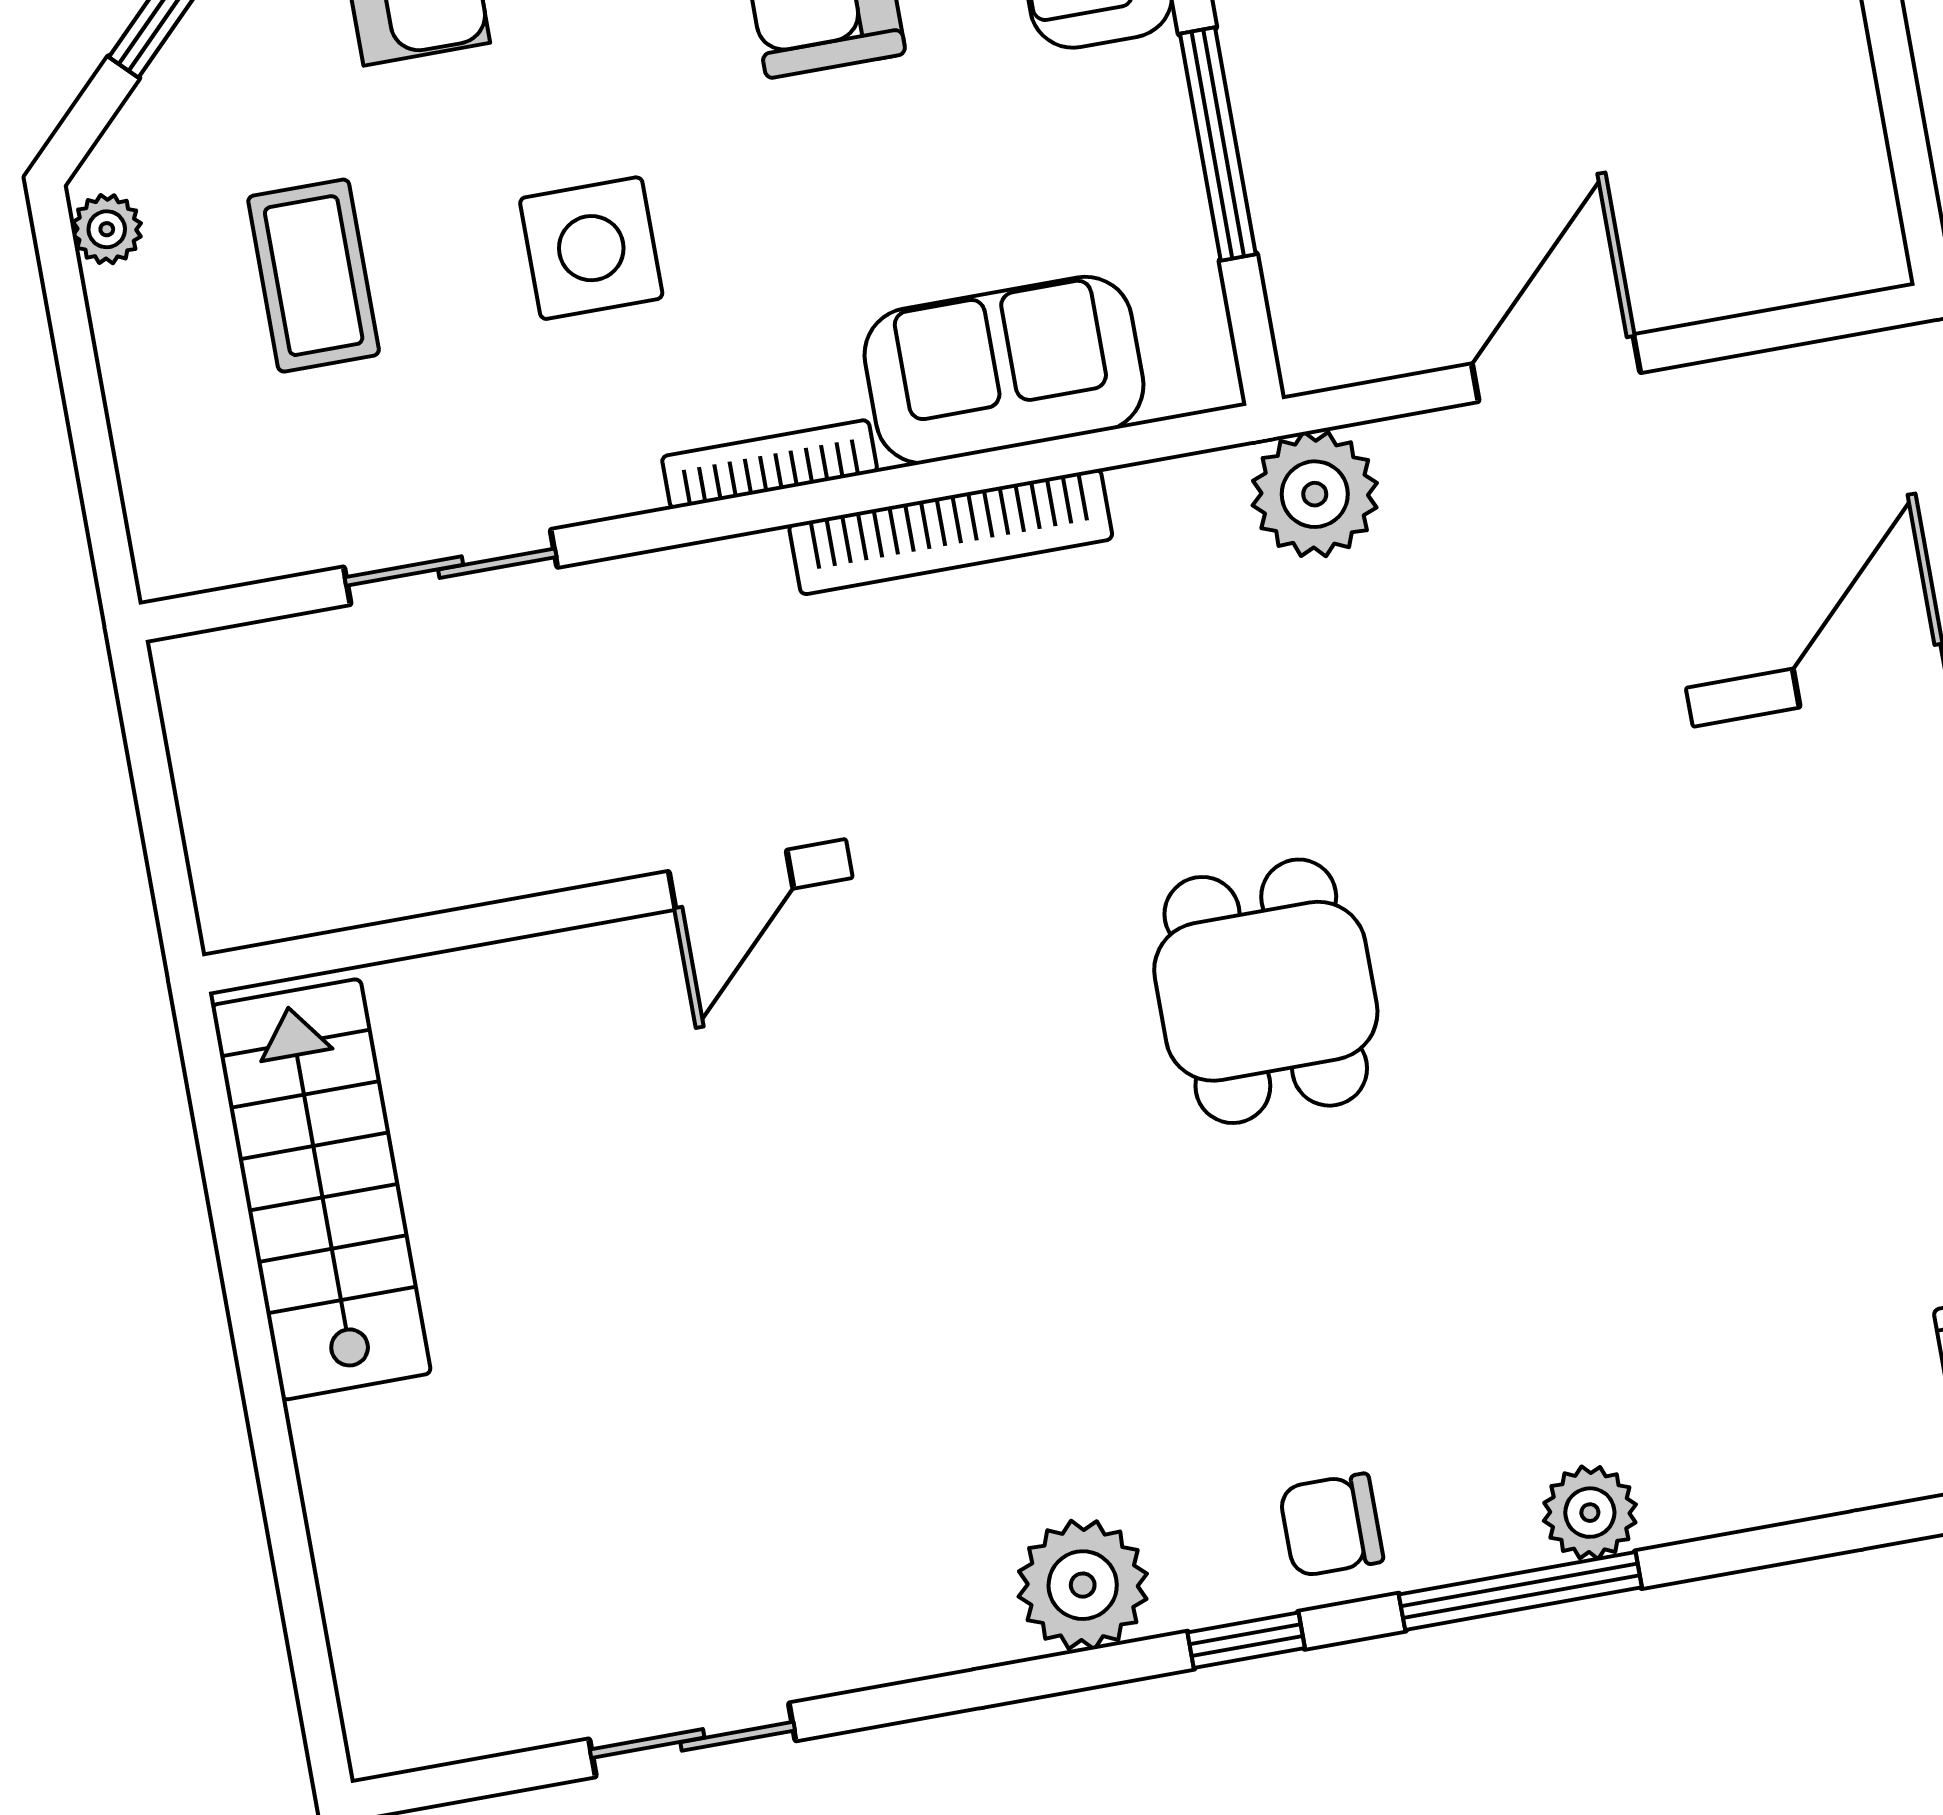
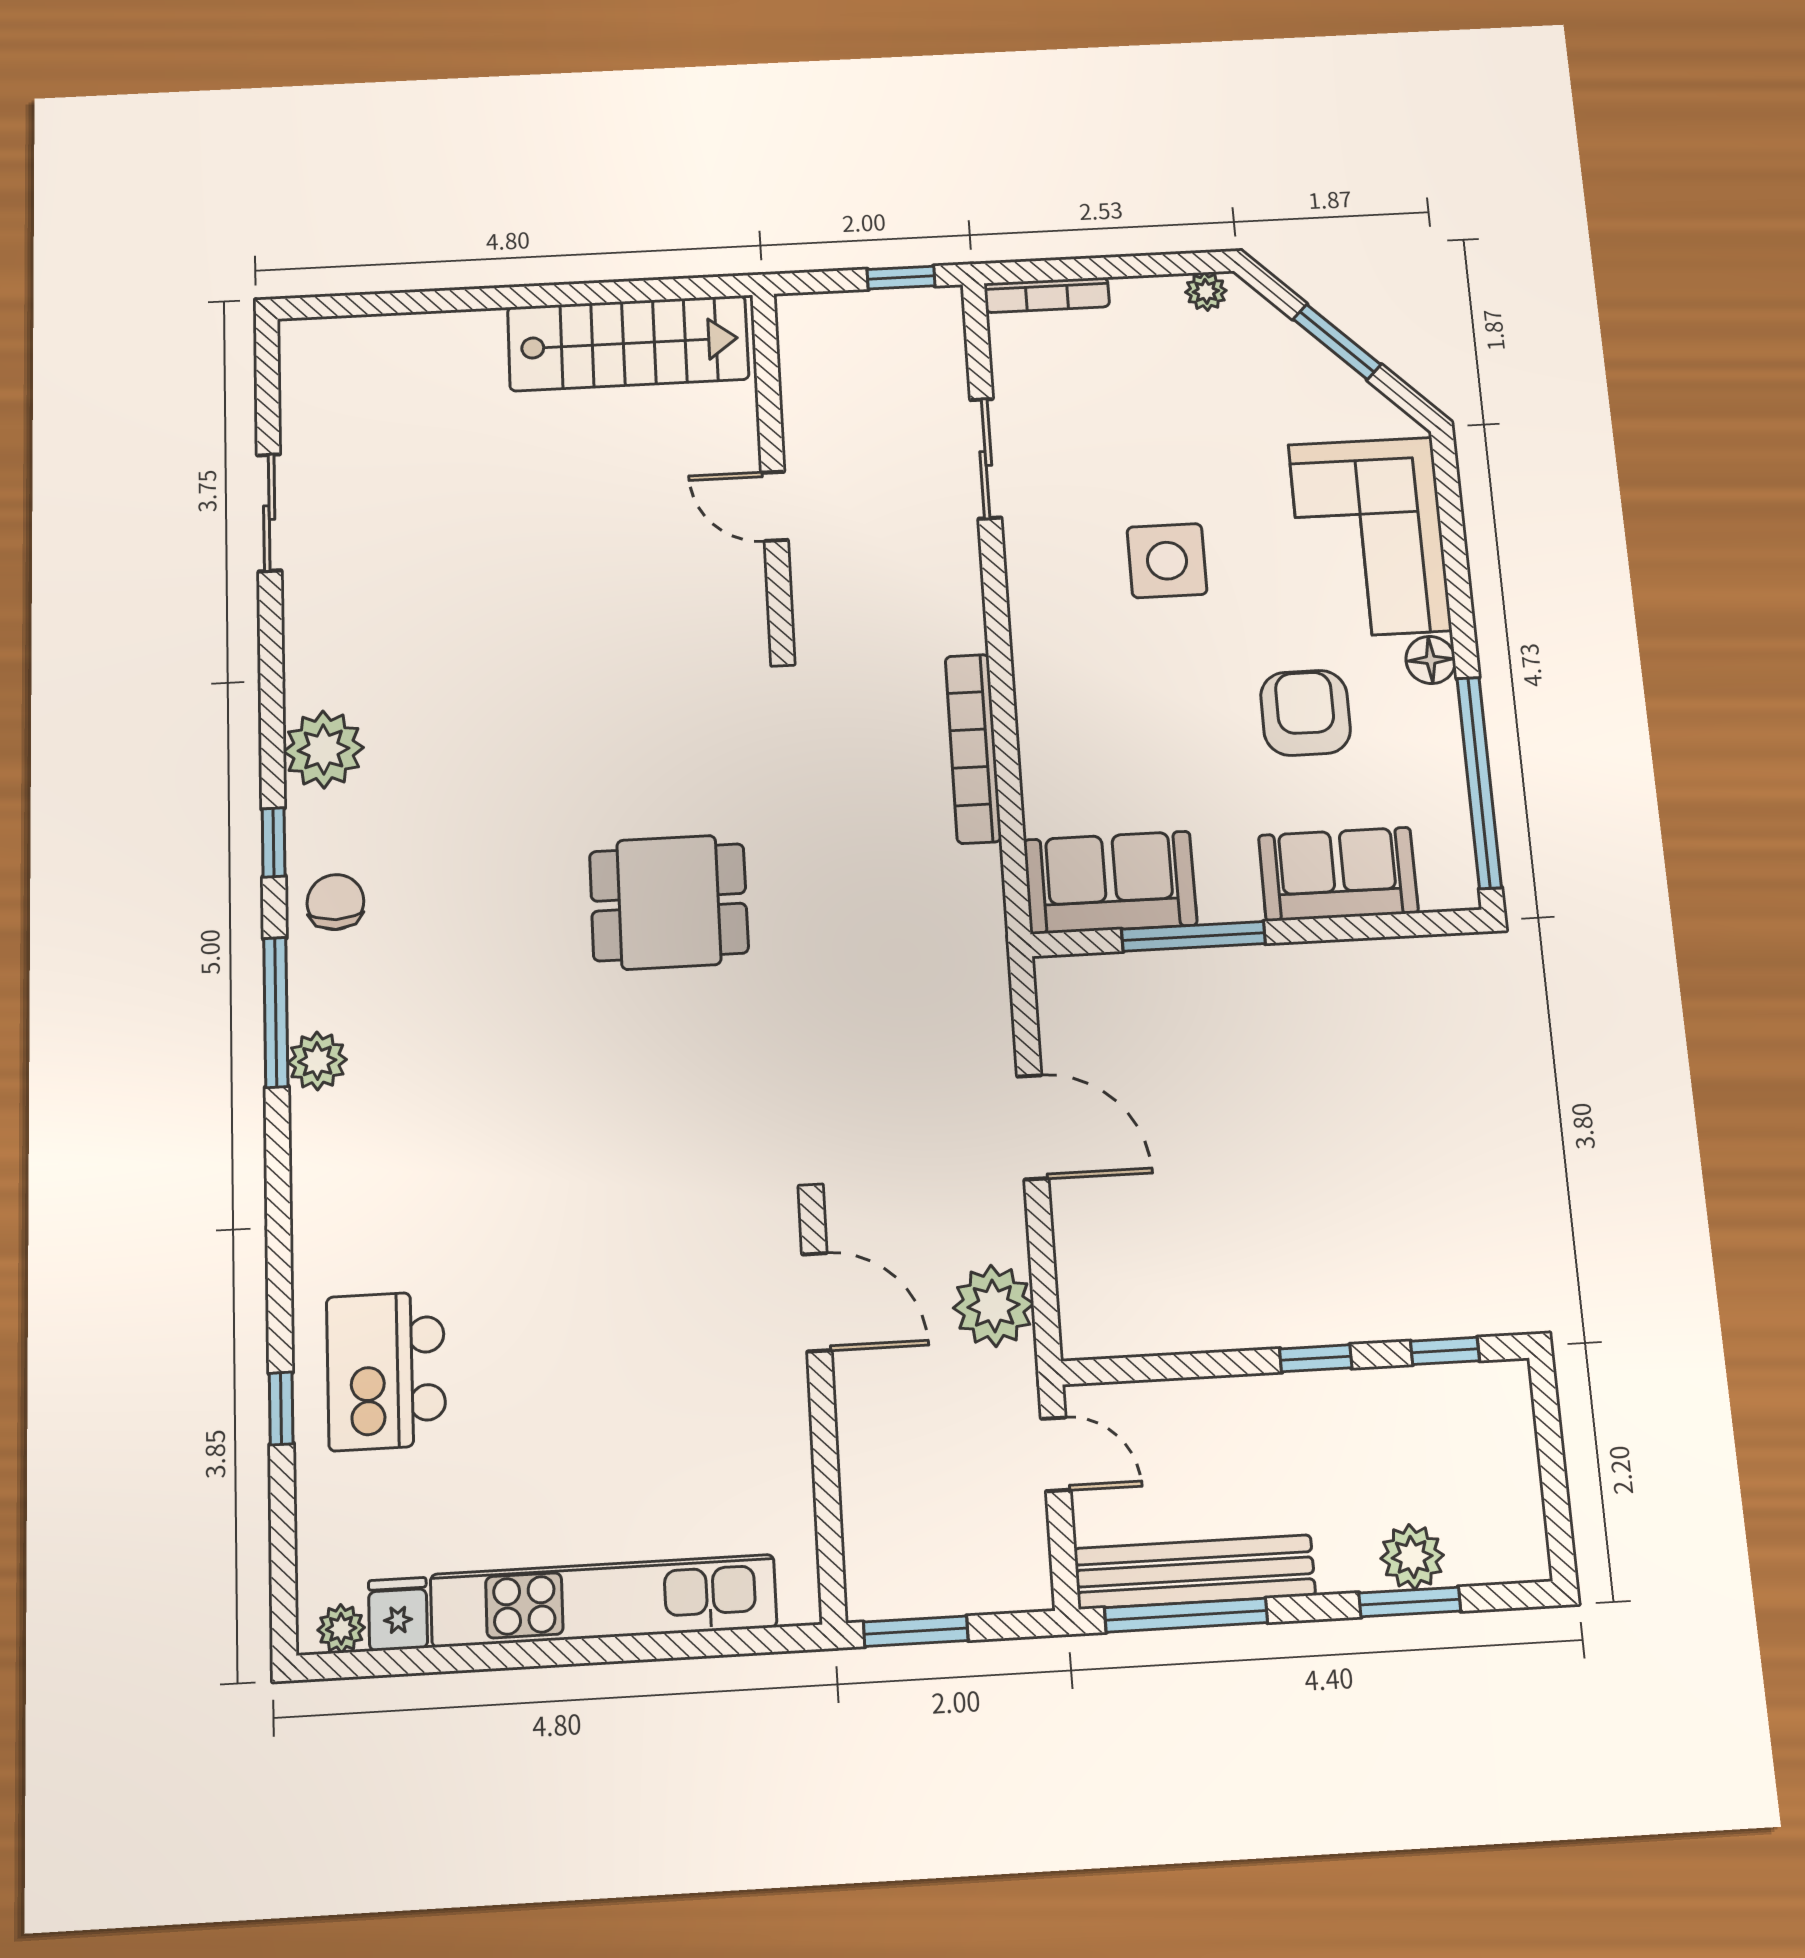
coffee table: (314, 276) -> (1167, 402), removed
sofa: (1004, 370) -> (1110, 882), moved, turned -90
bookcase: (770, 464) -> (1047, 295), moved, turned 90
plant: (1315, 494) -> (993, 1306), moved
window: (146, 746) -> (901, 278), added
door: (731, 880) -> (774, 506), moved

